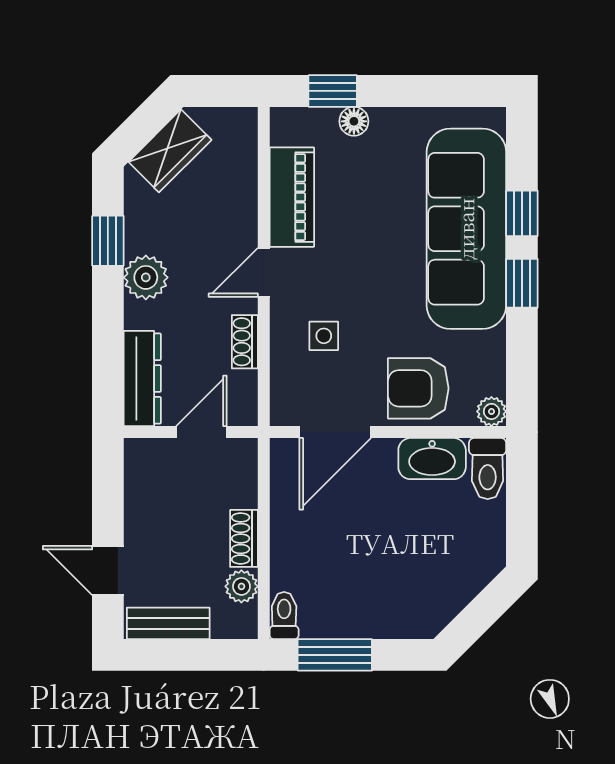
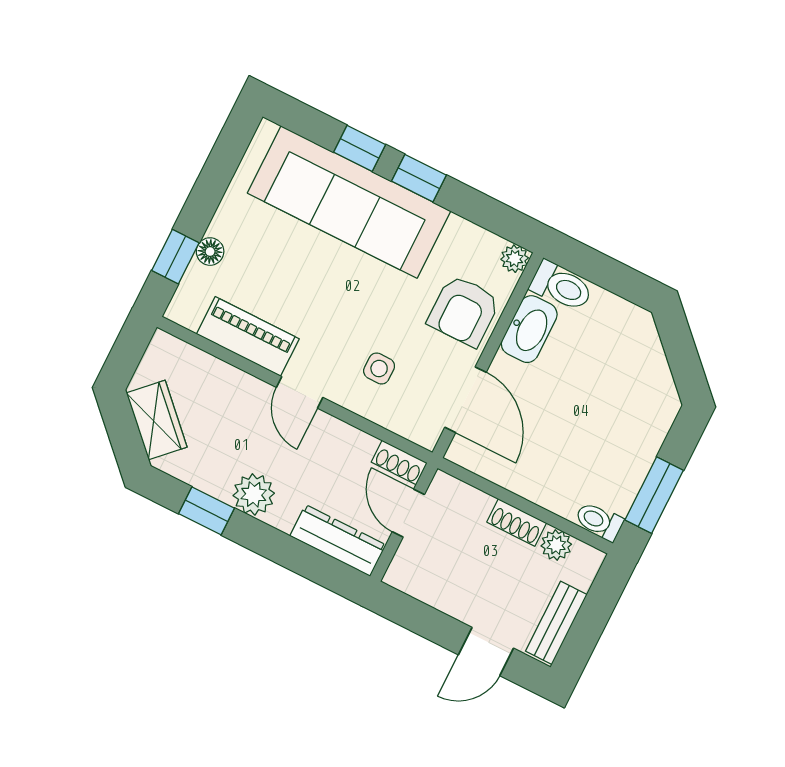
shoe rack: (245, 342) -> (399, 463), moved

